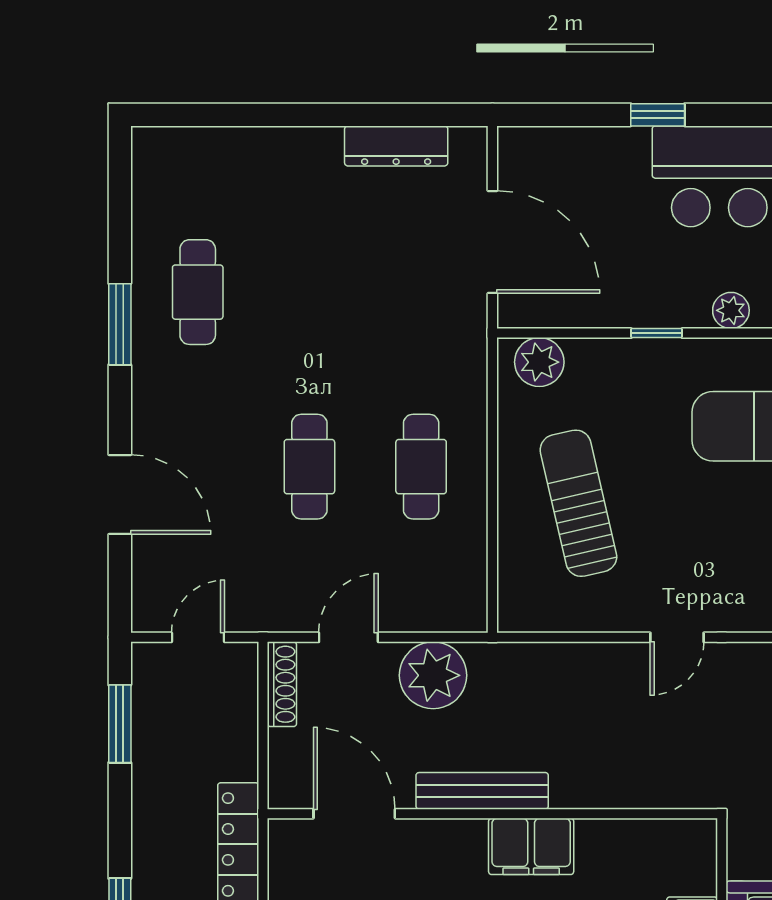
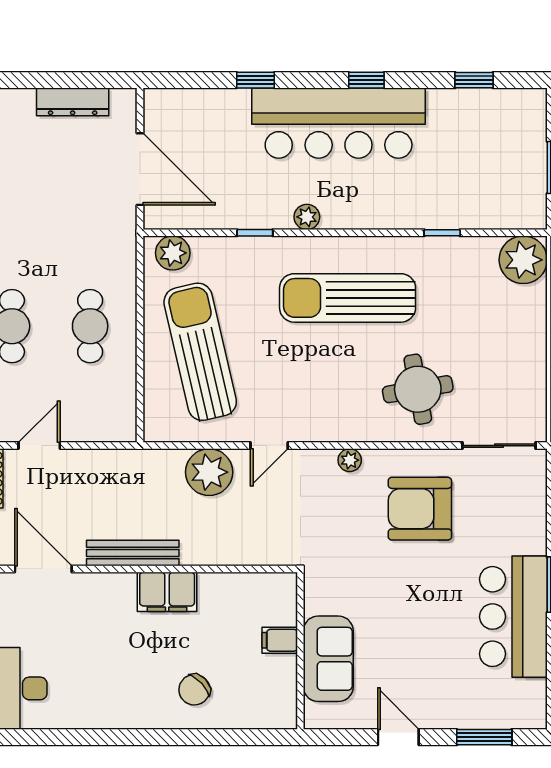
sun lounger: (578, 503) -> (200, 352), width x1.36, depth x1.34
plant: (433, 675) -> (209, 472), moved

